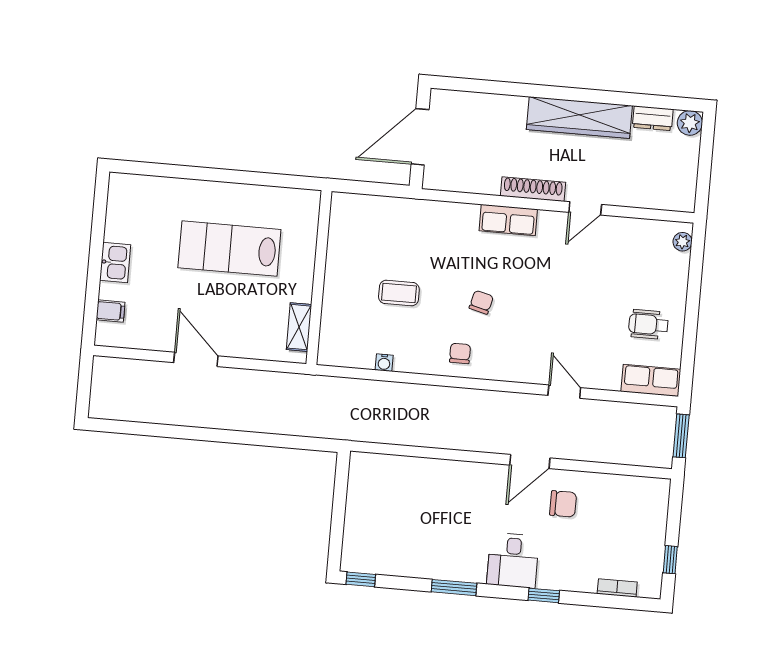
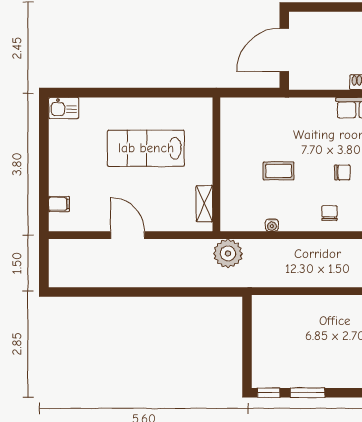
kitchen sink: (115, 262) -> (64, 108), moved, turned 90
chair: (481, 302) -> (342, 172), turned 76
plant: (324, 394) -> (228, 253), added
window: (454, 588) -> (308, 393), moved

